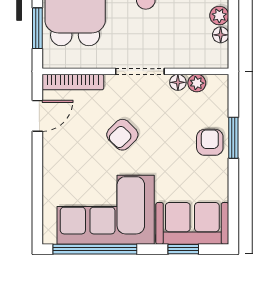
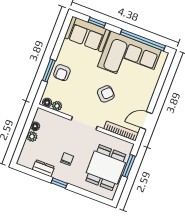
floor lamp: (178, 82) -> (47, 103), moved

